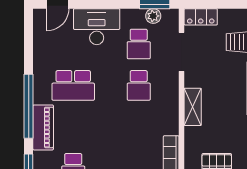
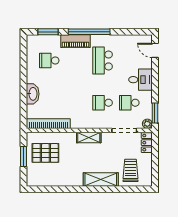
plant: (153, 16) -> (147, 124), moved
desk: (97, 27) -> (140, 80), width x0.73

